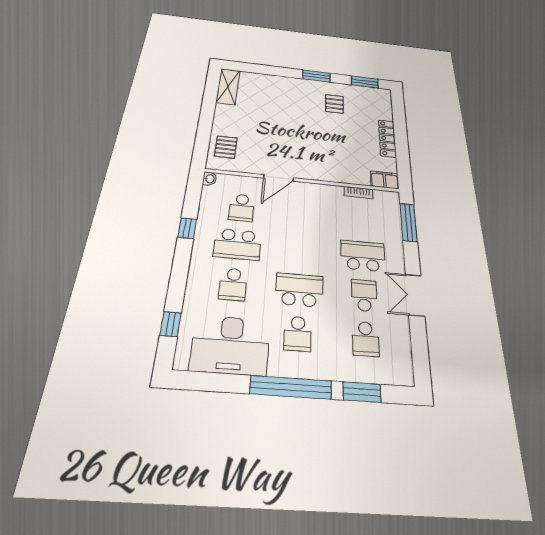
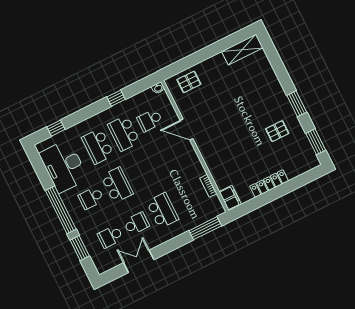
school desk: (233, 284) -> (98, 146), width x1.85
double door: (415, 295) -> (139, 261), moved

